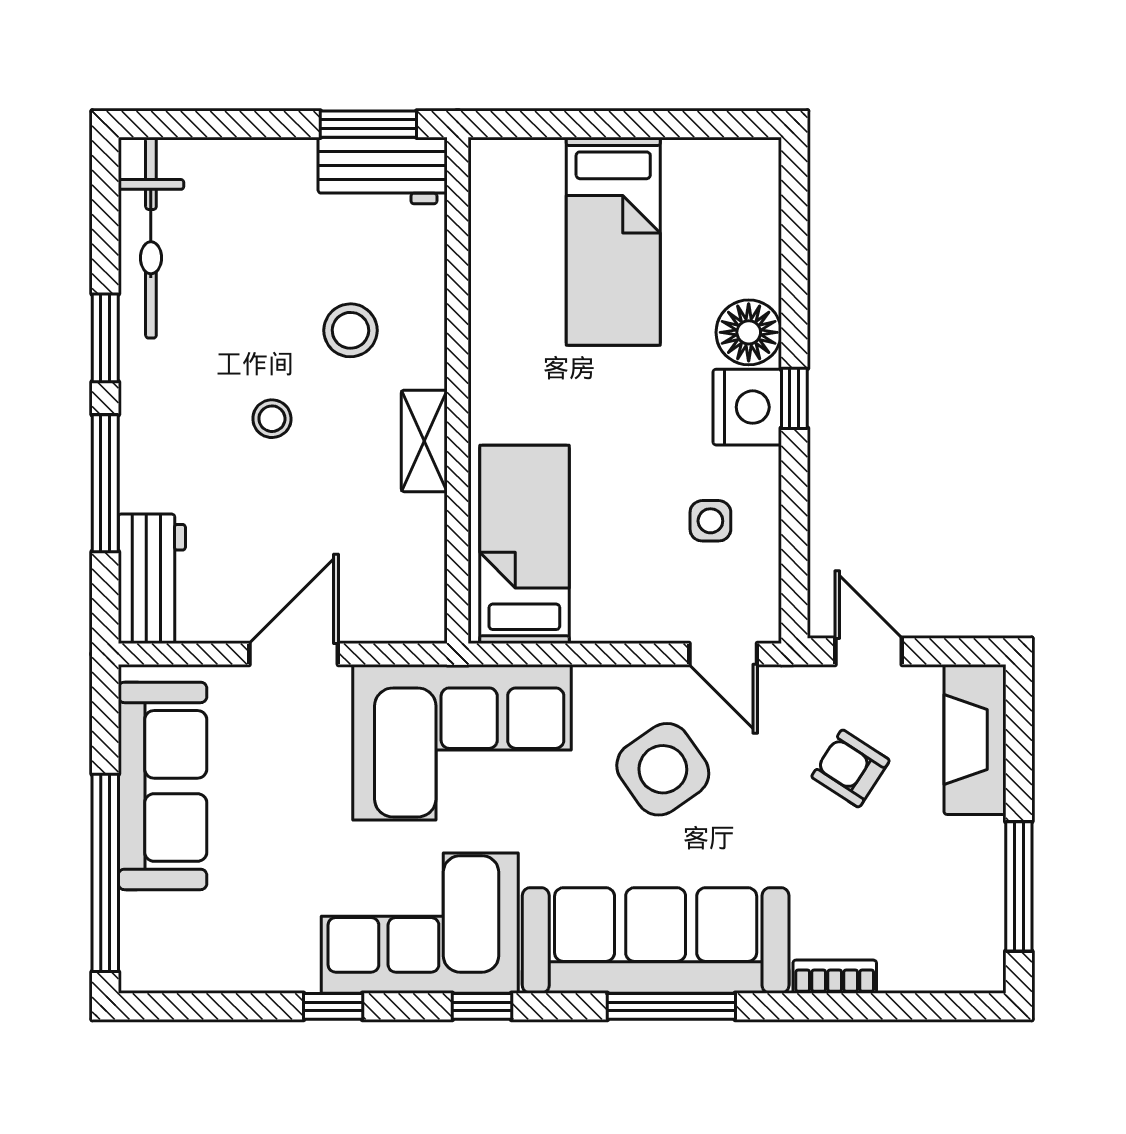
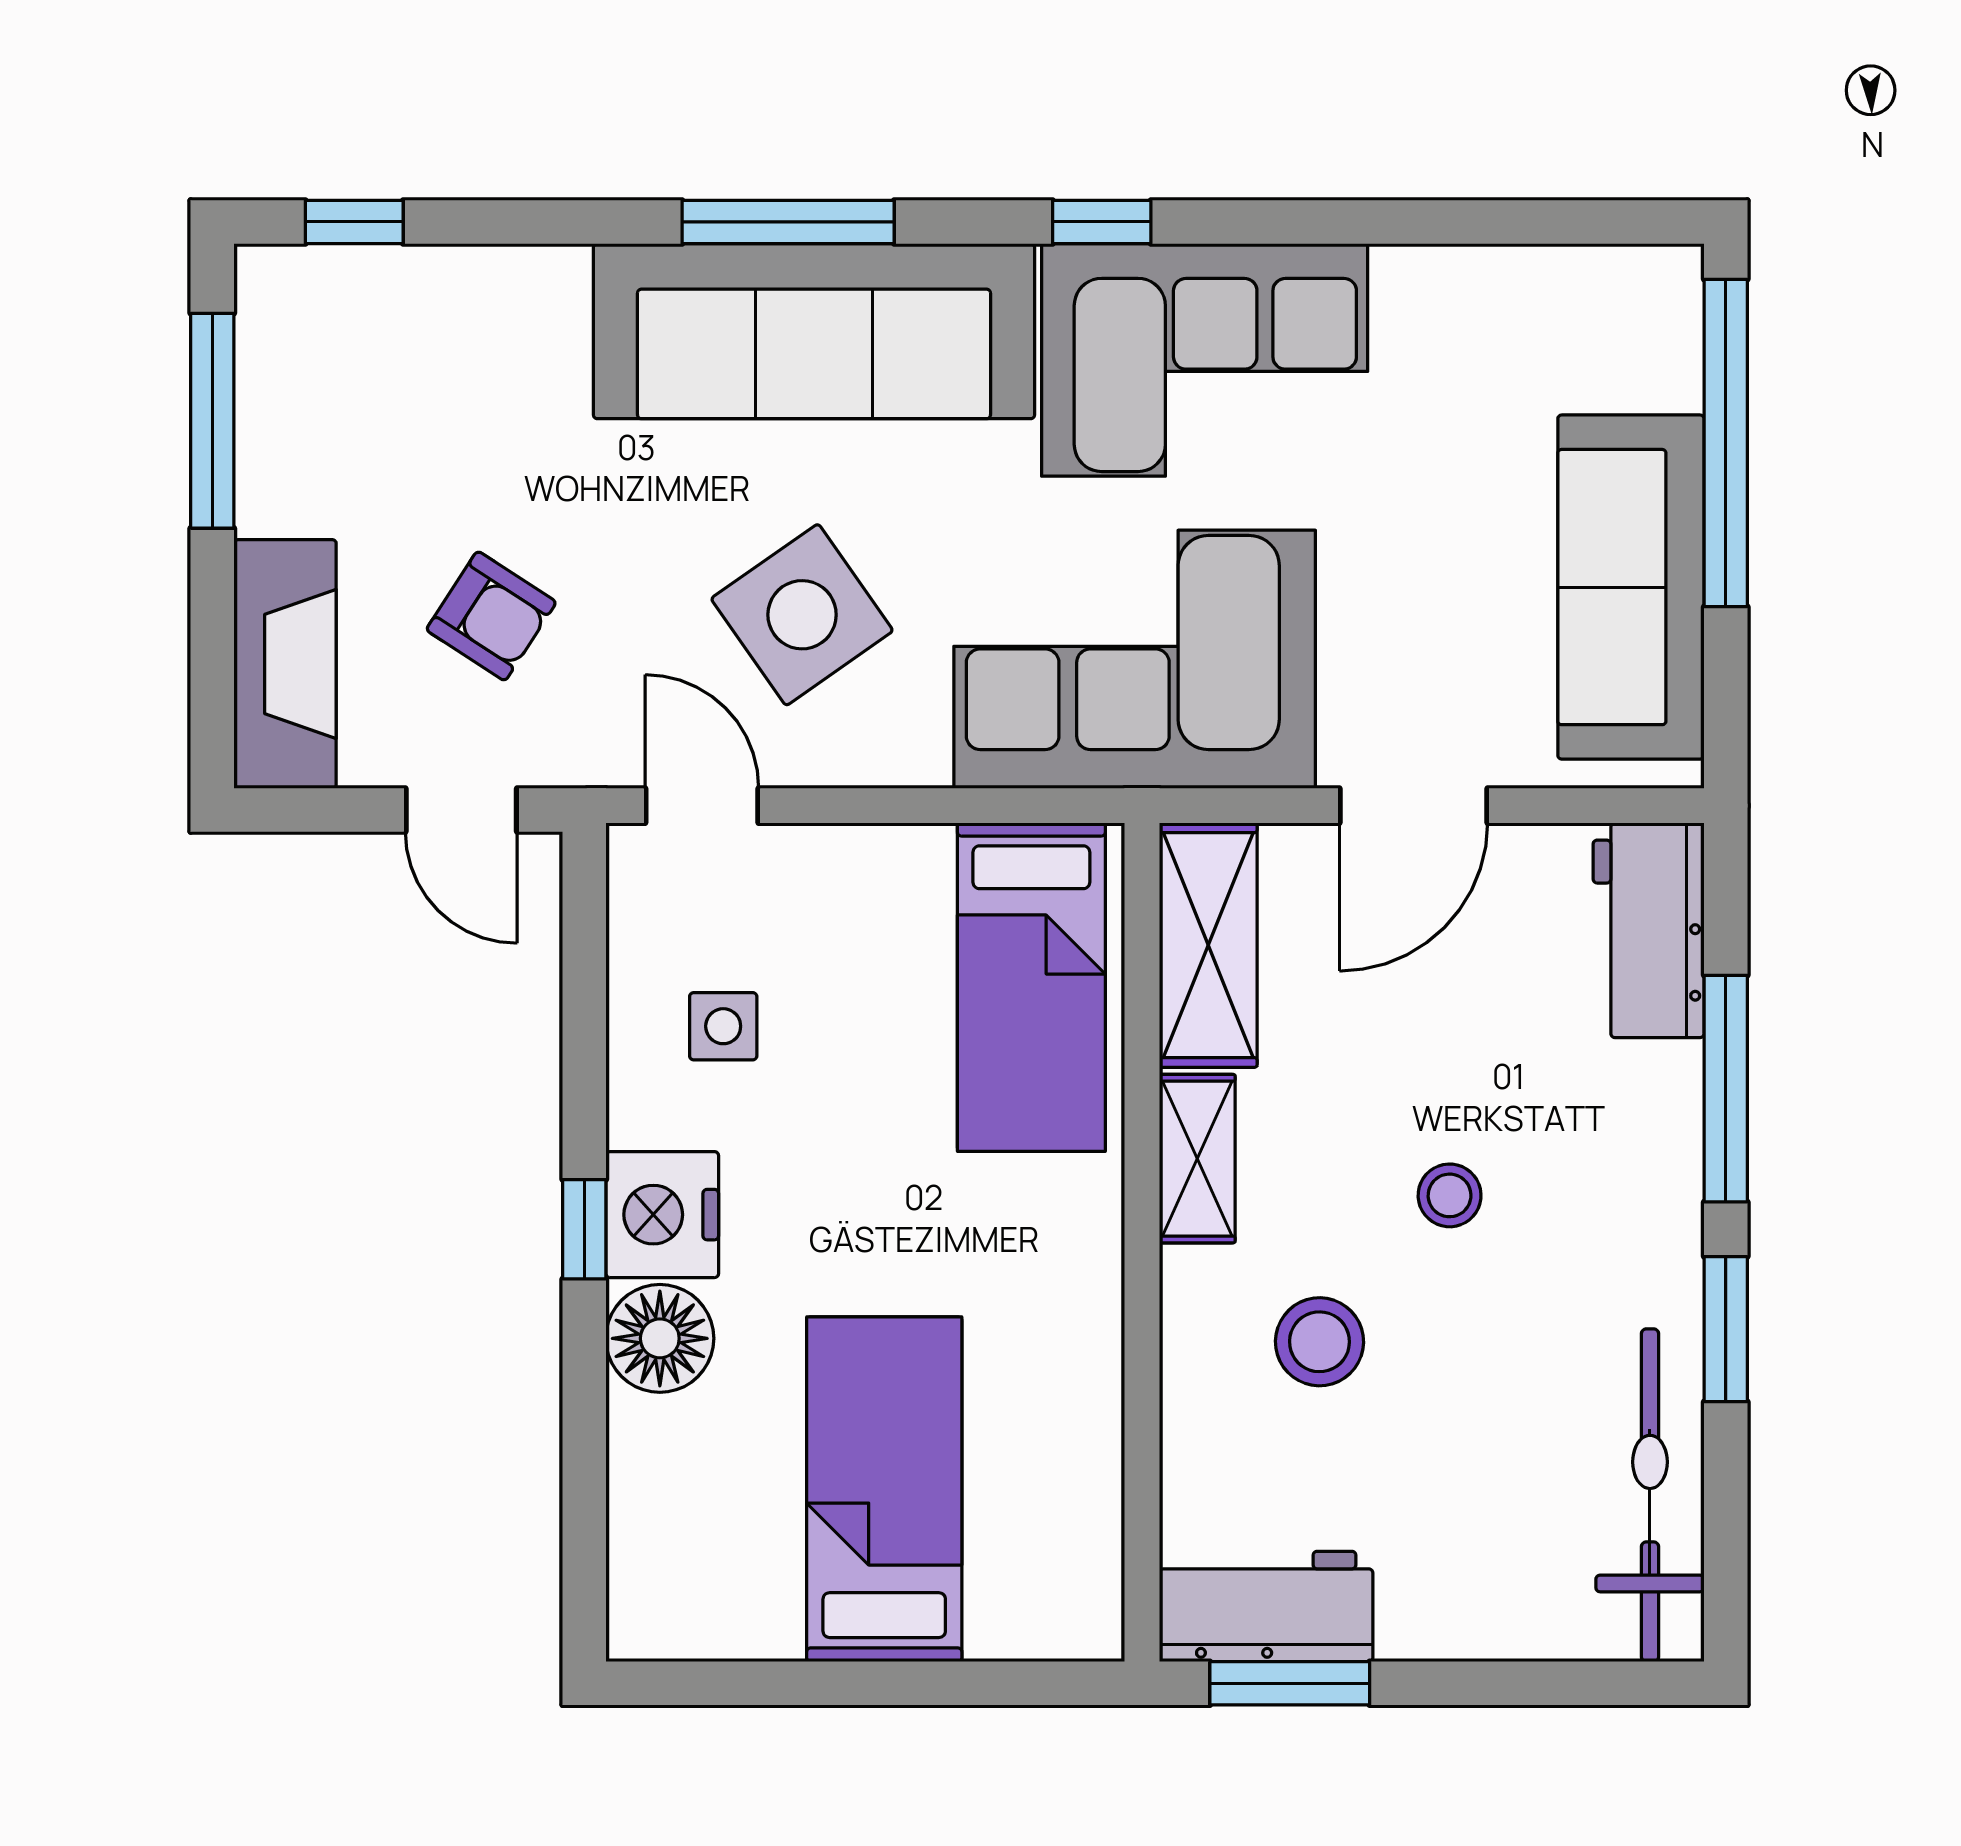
shelving: (418, 570) -> (1208, 945), added
bookcase: (835, 977) -> (517, 271), removed
window: (333, 1006) -> (354, 222), moved

